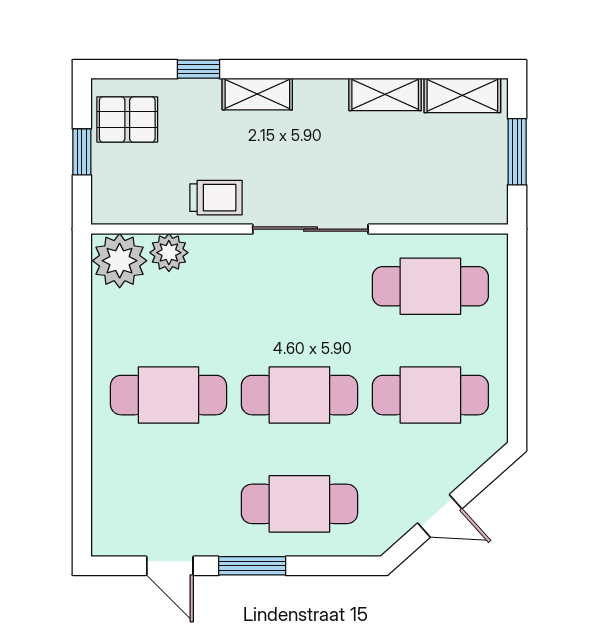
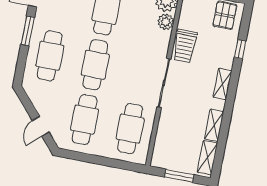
shelving: (257, 94) -> (222, 84), moved
trolley: (216, 198) -> (185, 46), width x1.36, depth x1.39
door: (440, 516) -> (41, 126), moved

